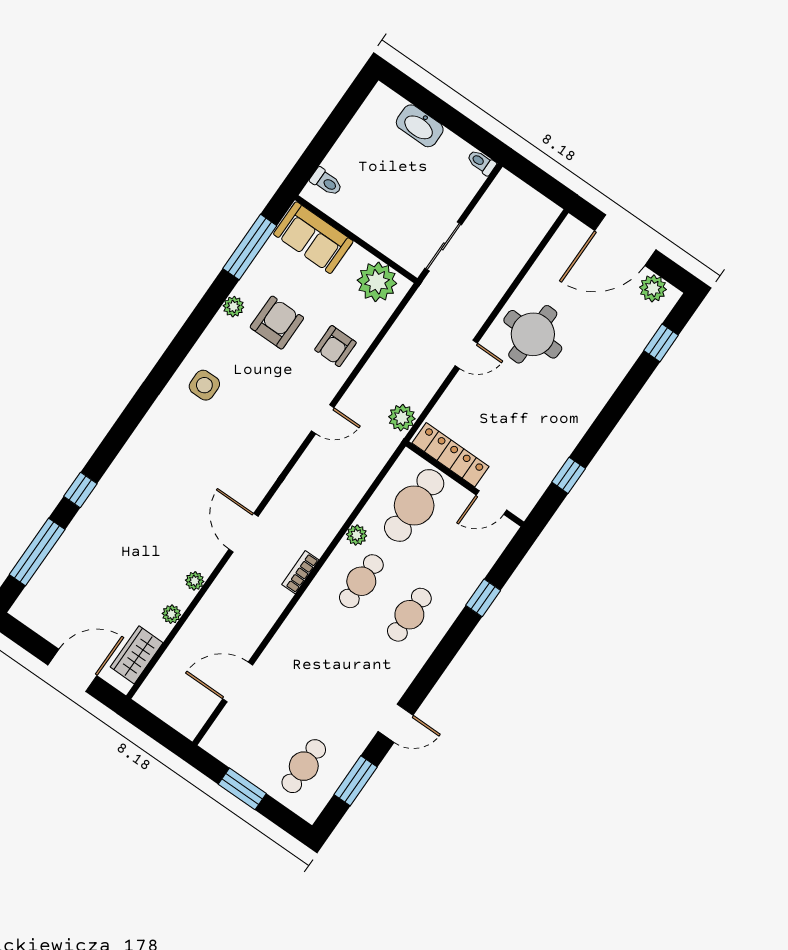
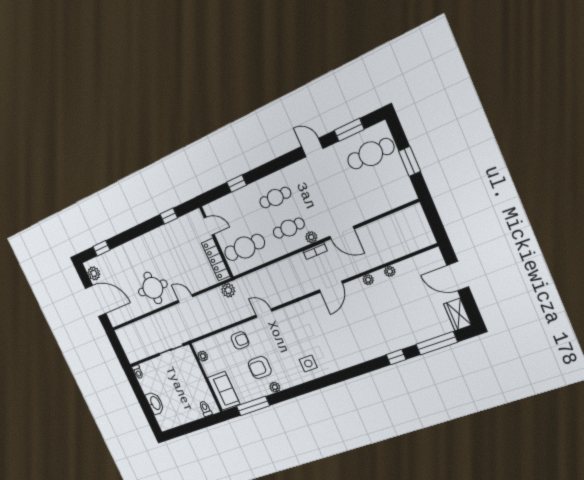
plant: (377, 282) -> (203, 356), width x0.53, depth x0.53
plant: (357, 535) -> (311, 237), moved
wardrobe: (137, 655) -> (458, 314), moved, turned 90
door: (238, 682) -> (342, 233), moved
cafe table: (304, 766) -> (371, 154), width x1.37, depth x1.35

